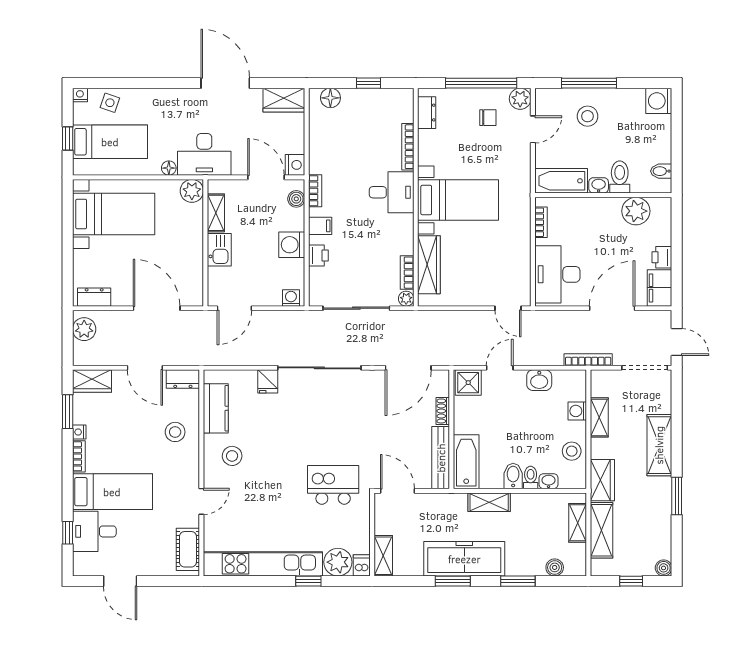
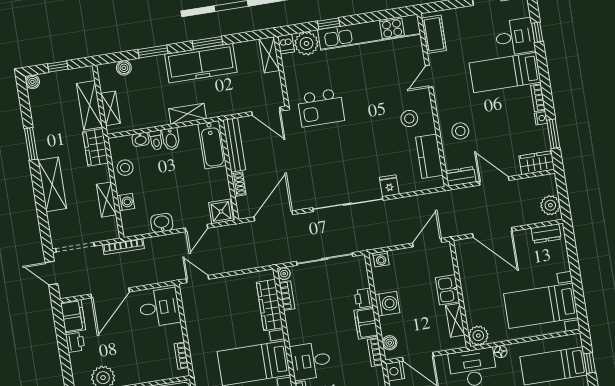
filing cabinet: (320, 226) -> (366, 323), width x2.00
desk: (557, 274) -> (160, 308), width x0.73

